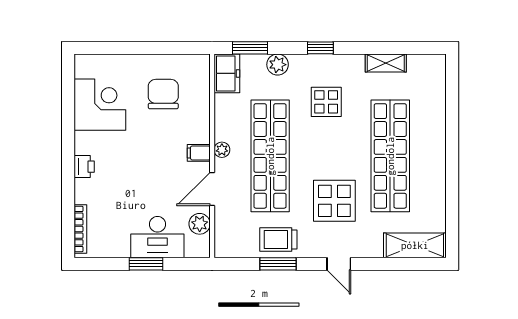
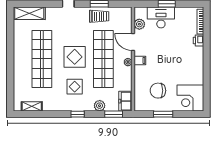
window: (153, 48) -> (163, 114), added
shelving: (386, 63) -> (32, 106), moved
chair: (163, 94) -> (158, 91), turned 90
corner desk: (100, 105) -> (190, 98), moved
printer: (84, 167) -> (198, 41), moved
door: (212, 189) -> (133, 42), swing flipped
display table: (334, 201) -> (75, 57), moved

